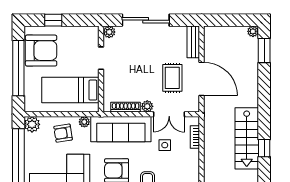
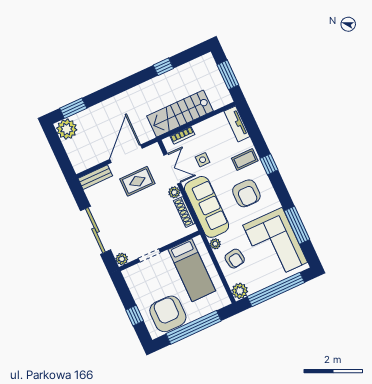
plant: (253, 31) -> (67, 129), width x1.88, depth x1.88
stairs: (247, 138) -> (180, 114), moved, turned 180

